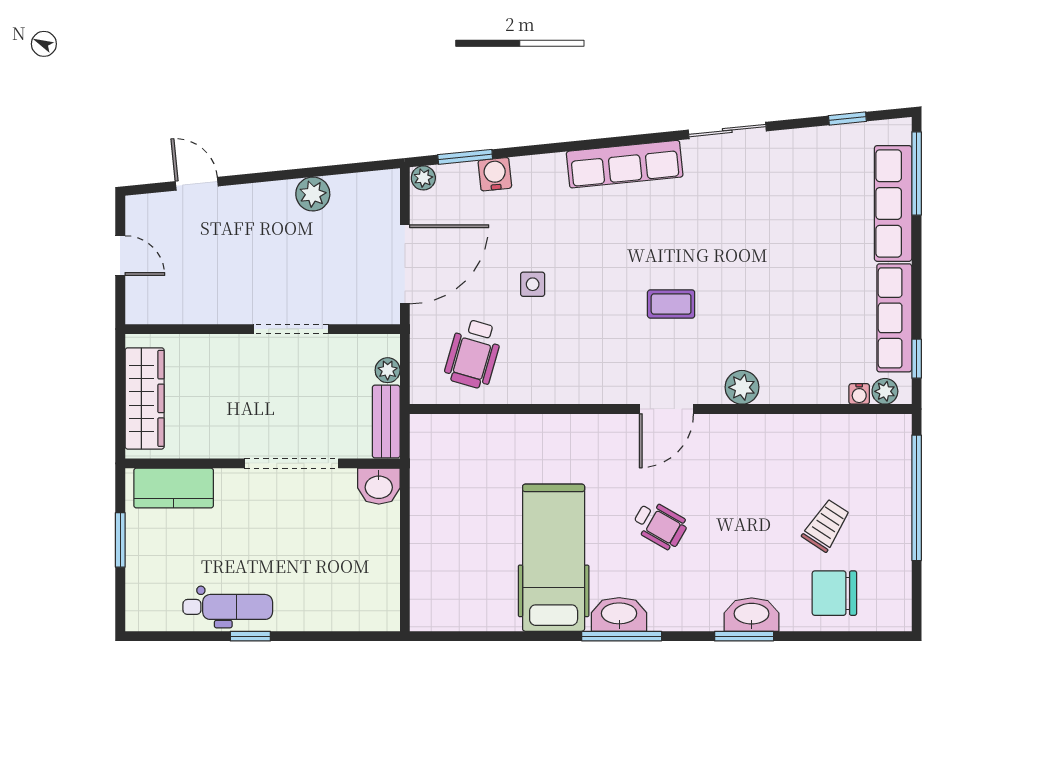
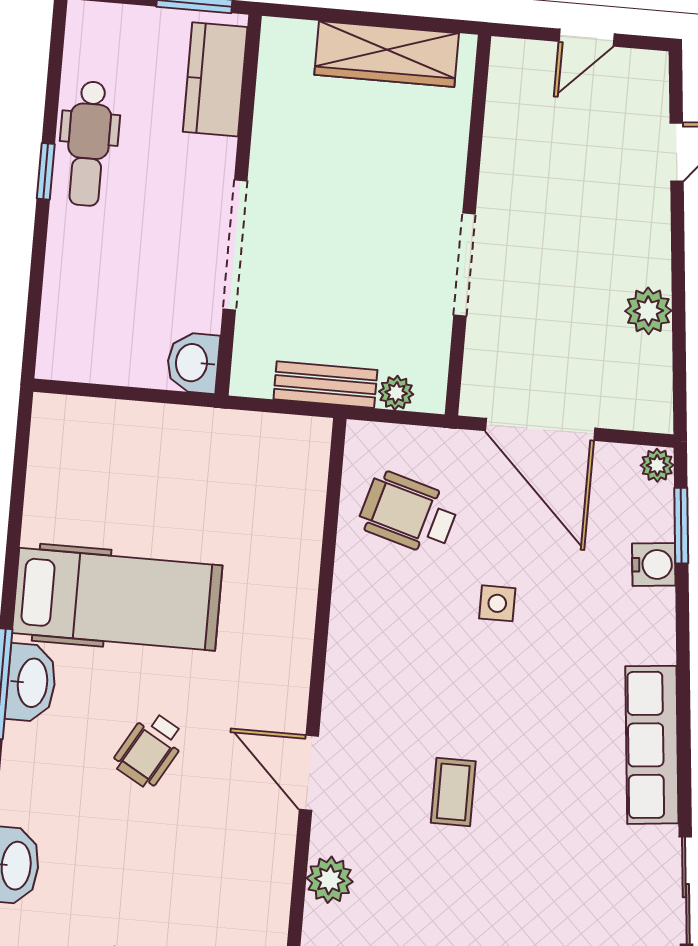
wall: (263, 463) -> (238, 205), moved
doorway: (291, 463) -> (235, 245), moved
washbasin: (379, 486) -> (193, 363), moved
kitchen counter: (174, 488) -> (215, 79), moved

